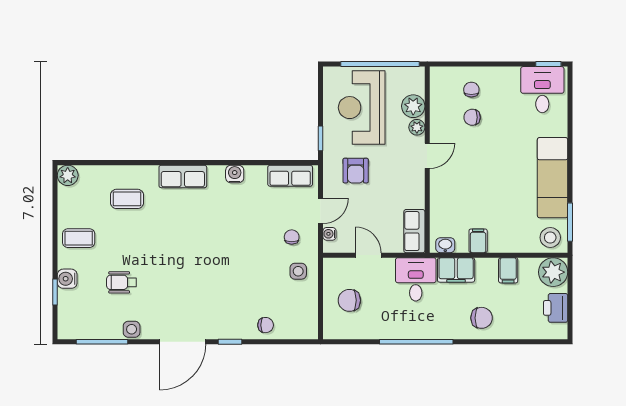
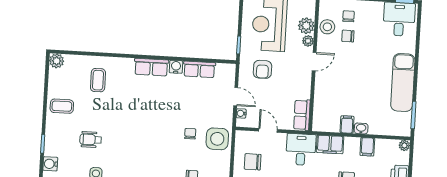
row of seats: (183, 176) -> (151, 67), moved
row of seats: (290, 176) -> (199, 69), moved
coffee table: (127, 199) -> (98, 80), turned 90
door: (321, 211) -> (236, 97), hinge flipped
chair: (292, 237) -> (190, 134), moved
stool: (550, 238) -> (327, 27), moved
washbasin: (445, 245) -> (361, 128), moved
side table: (298, 271) -> (217, 139), width x1.87, depth x1.87
plant: (553, 272) -> (404, 145), width x0.53, depth x0.53
water cooler: (67, 279) -> (50, 164), moved

